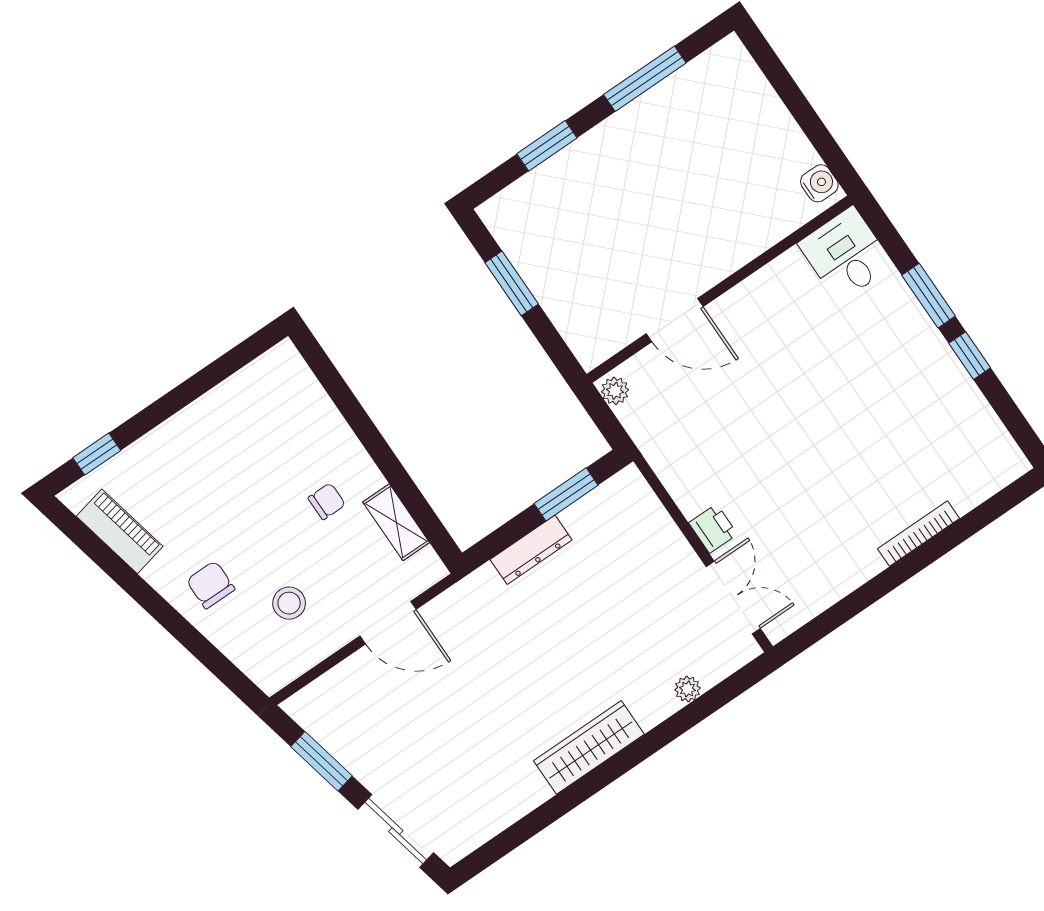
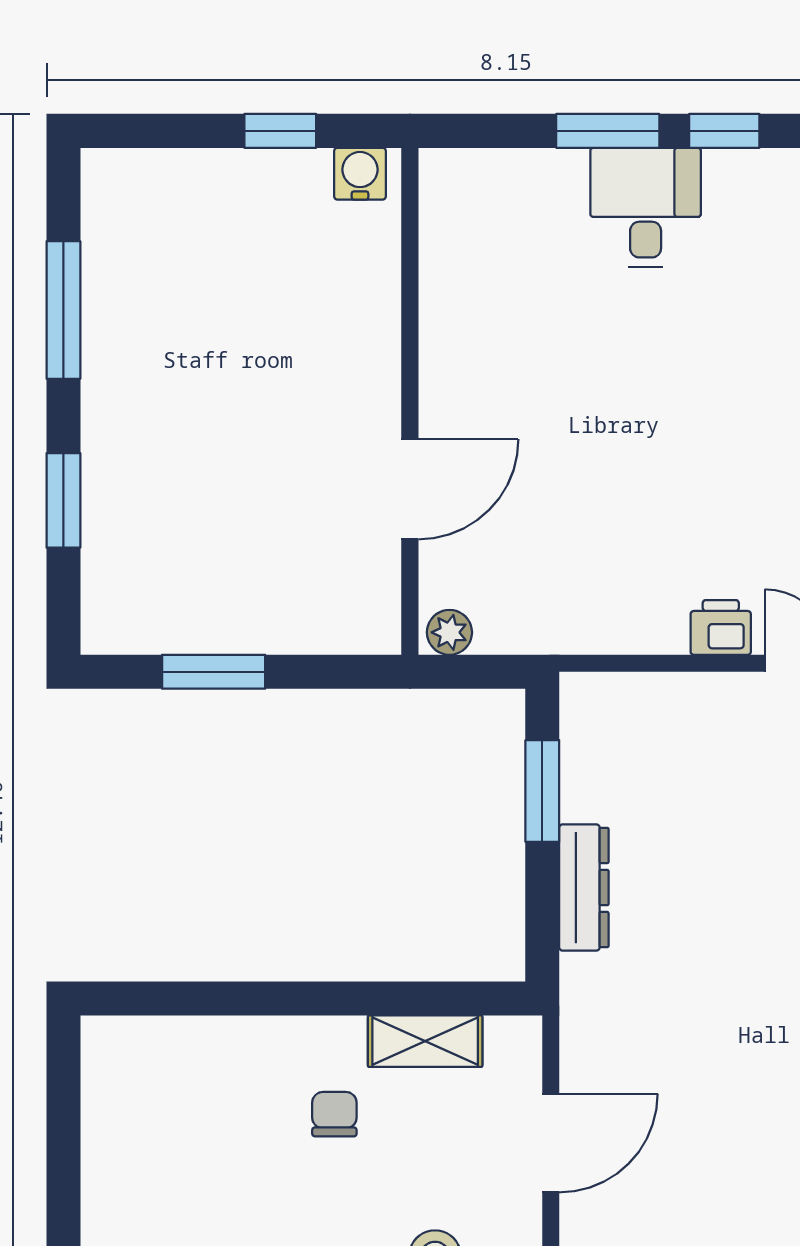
window: (813, 127) -> (280, 131), added
desk: (846, 254) -> (646, 207), moved, turned 90

